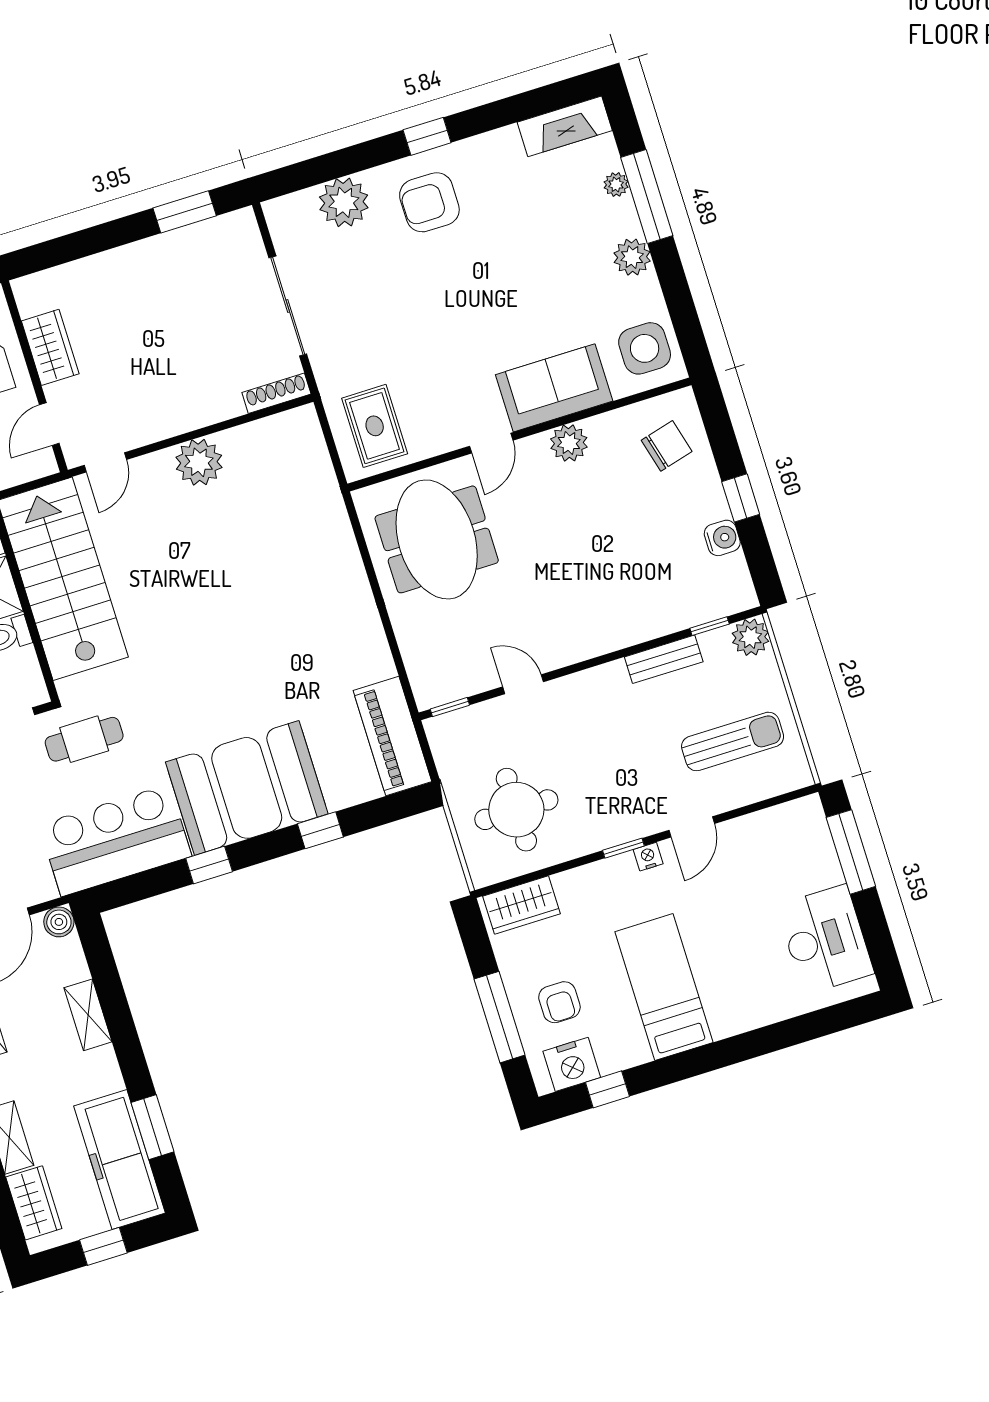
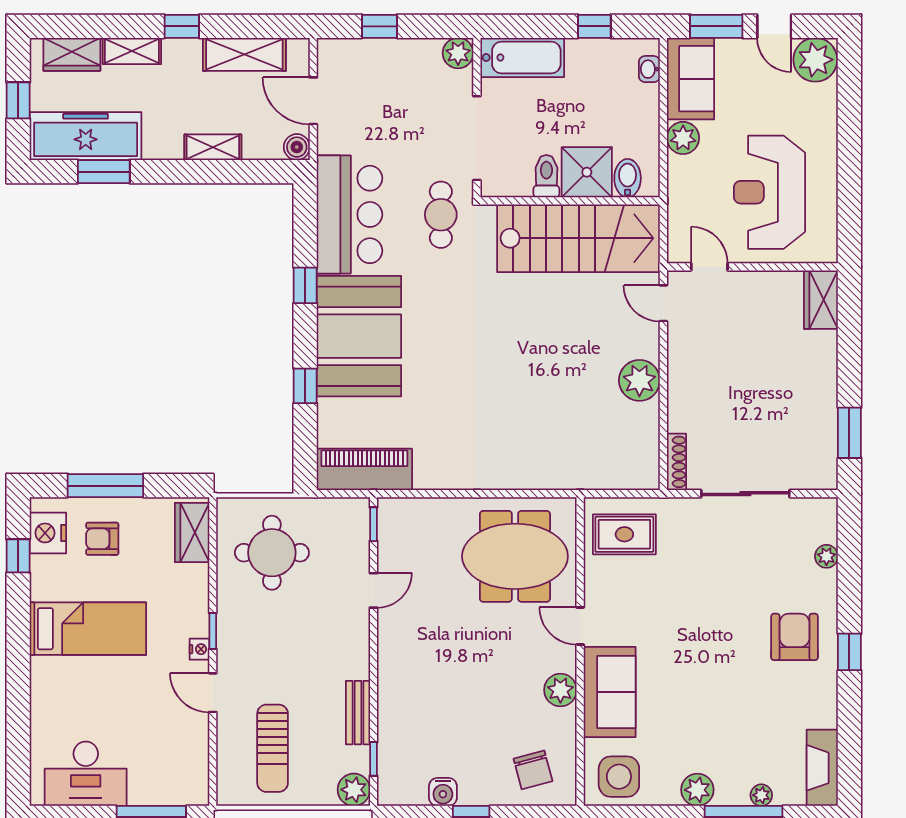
plant: (344, 202) -> (826, 556), width x0.53, depth x0.53
wardrobe: (50, 347) -> (821, 300), moved, turned 90

